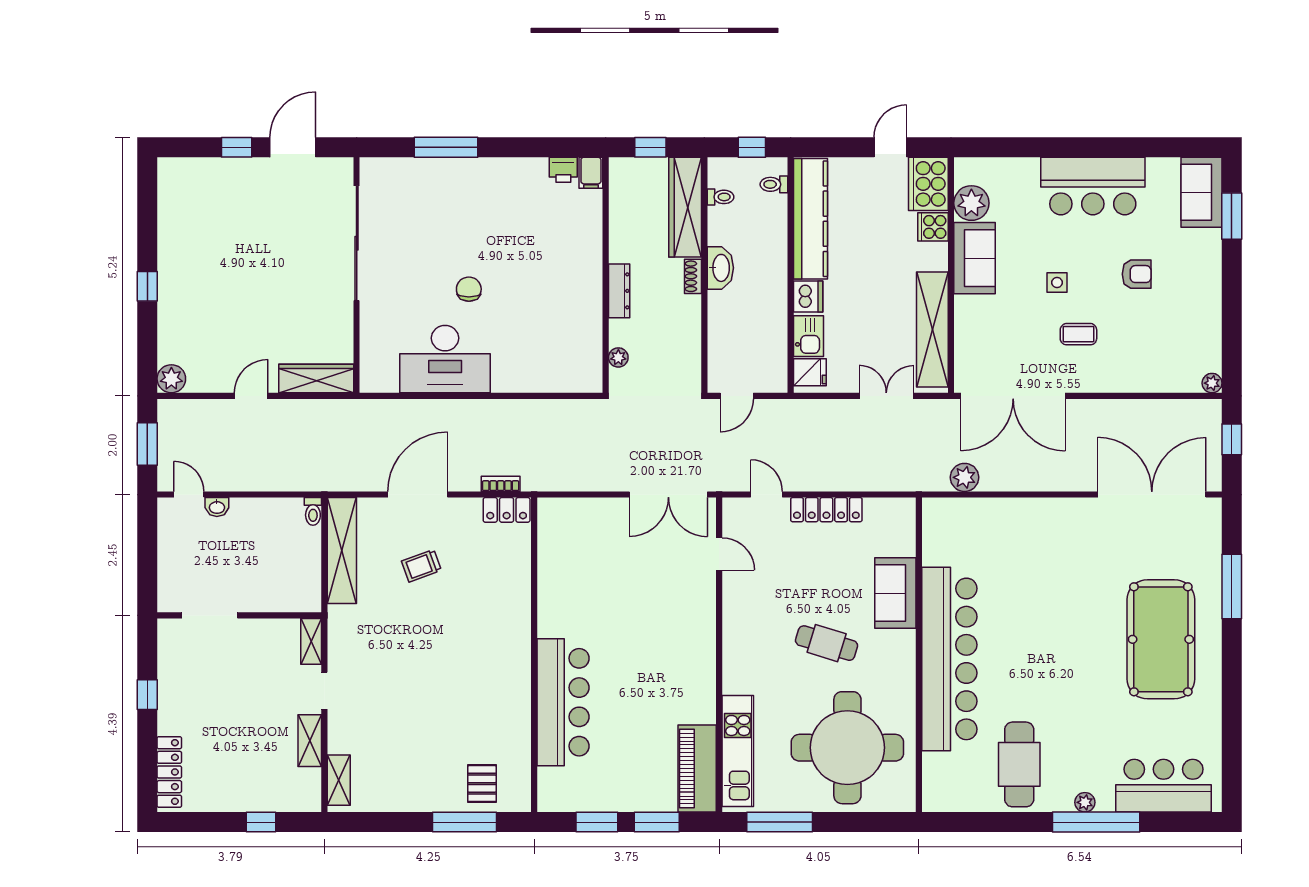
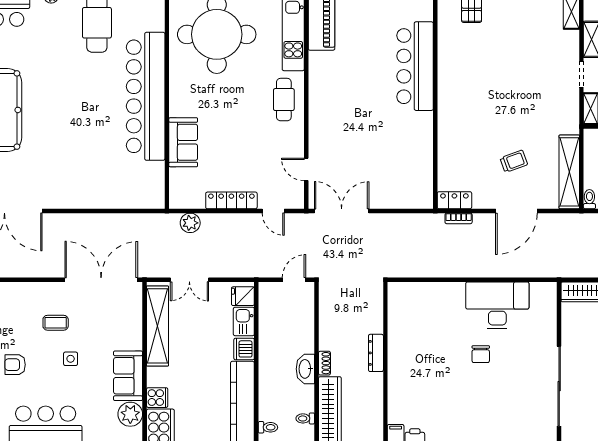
plant: (618, 357) -> (376, 307), removed
plant: (965, 477) -> (190, 223), moved
cafe table: (827, 643) -> (284, 100), moved, turned 73

